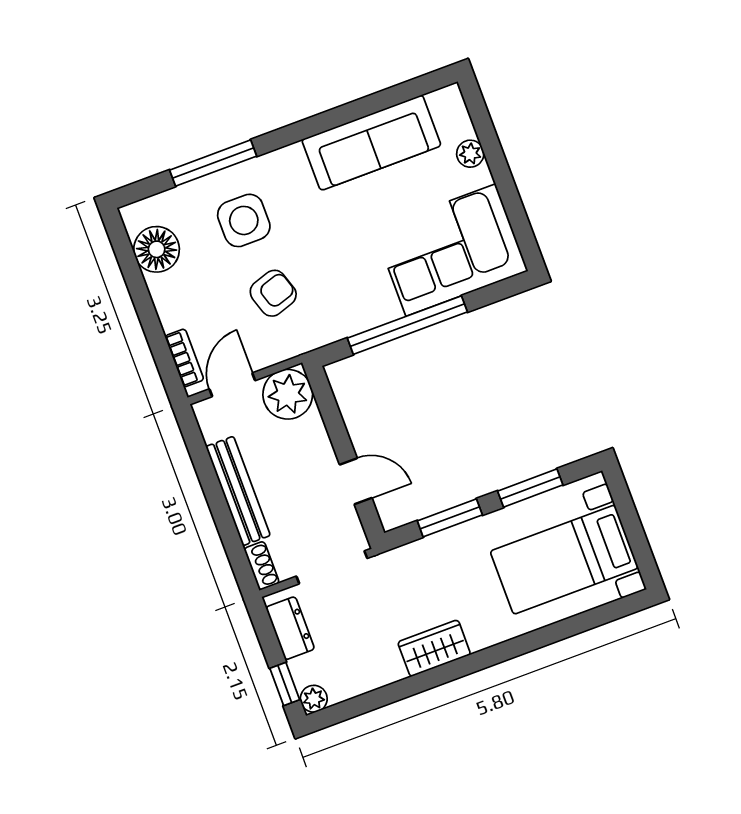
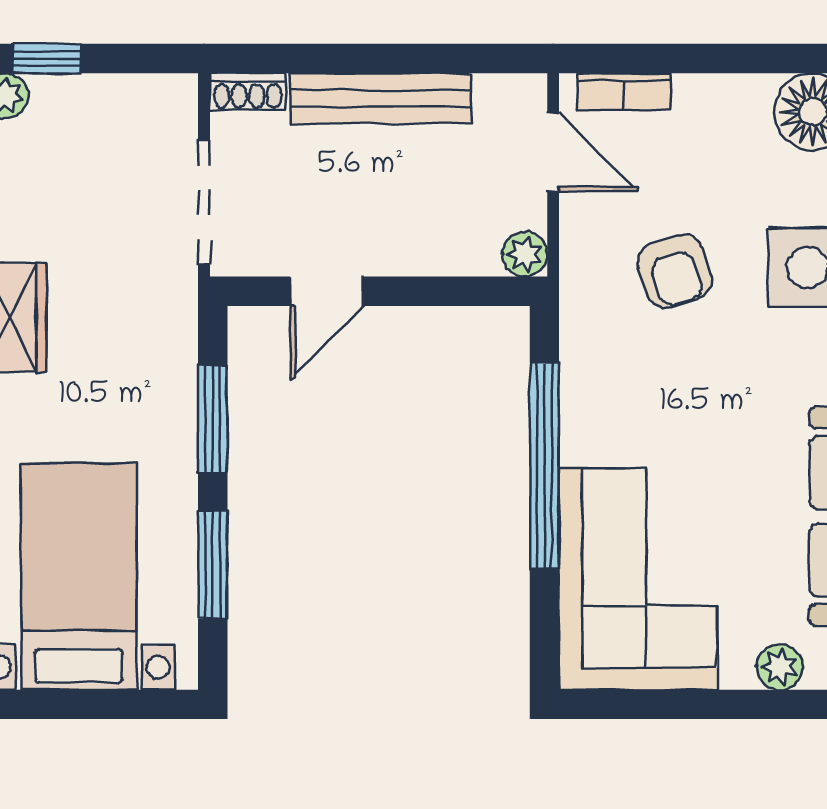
plant: (288, 394) -> (525, 254), width x0.53, depth x0.53
dresser: (290, 628) -> (132, 100), removed

